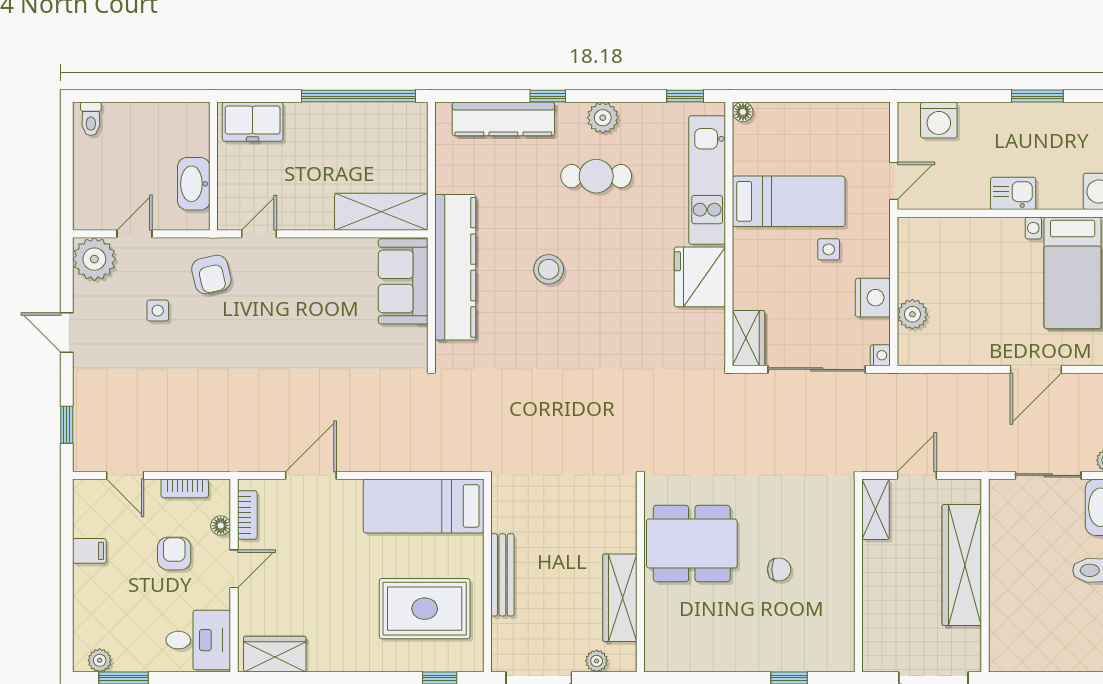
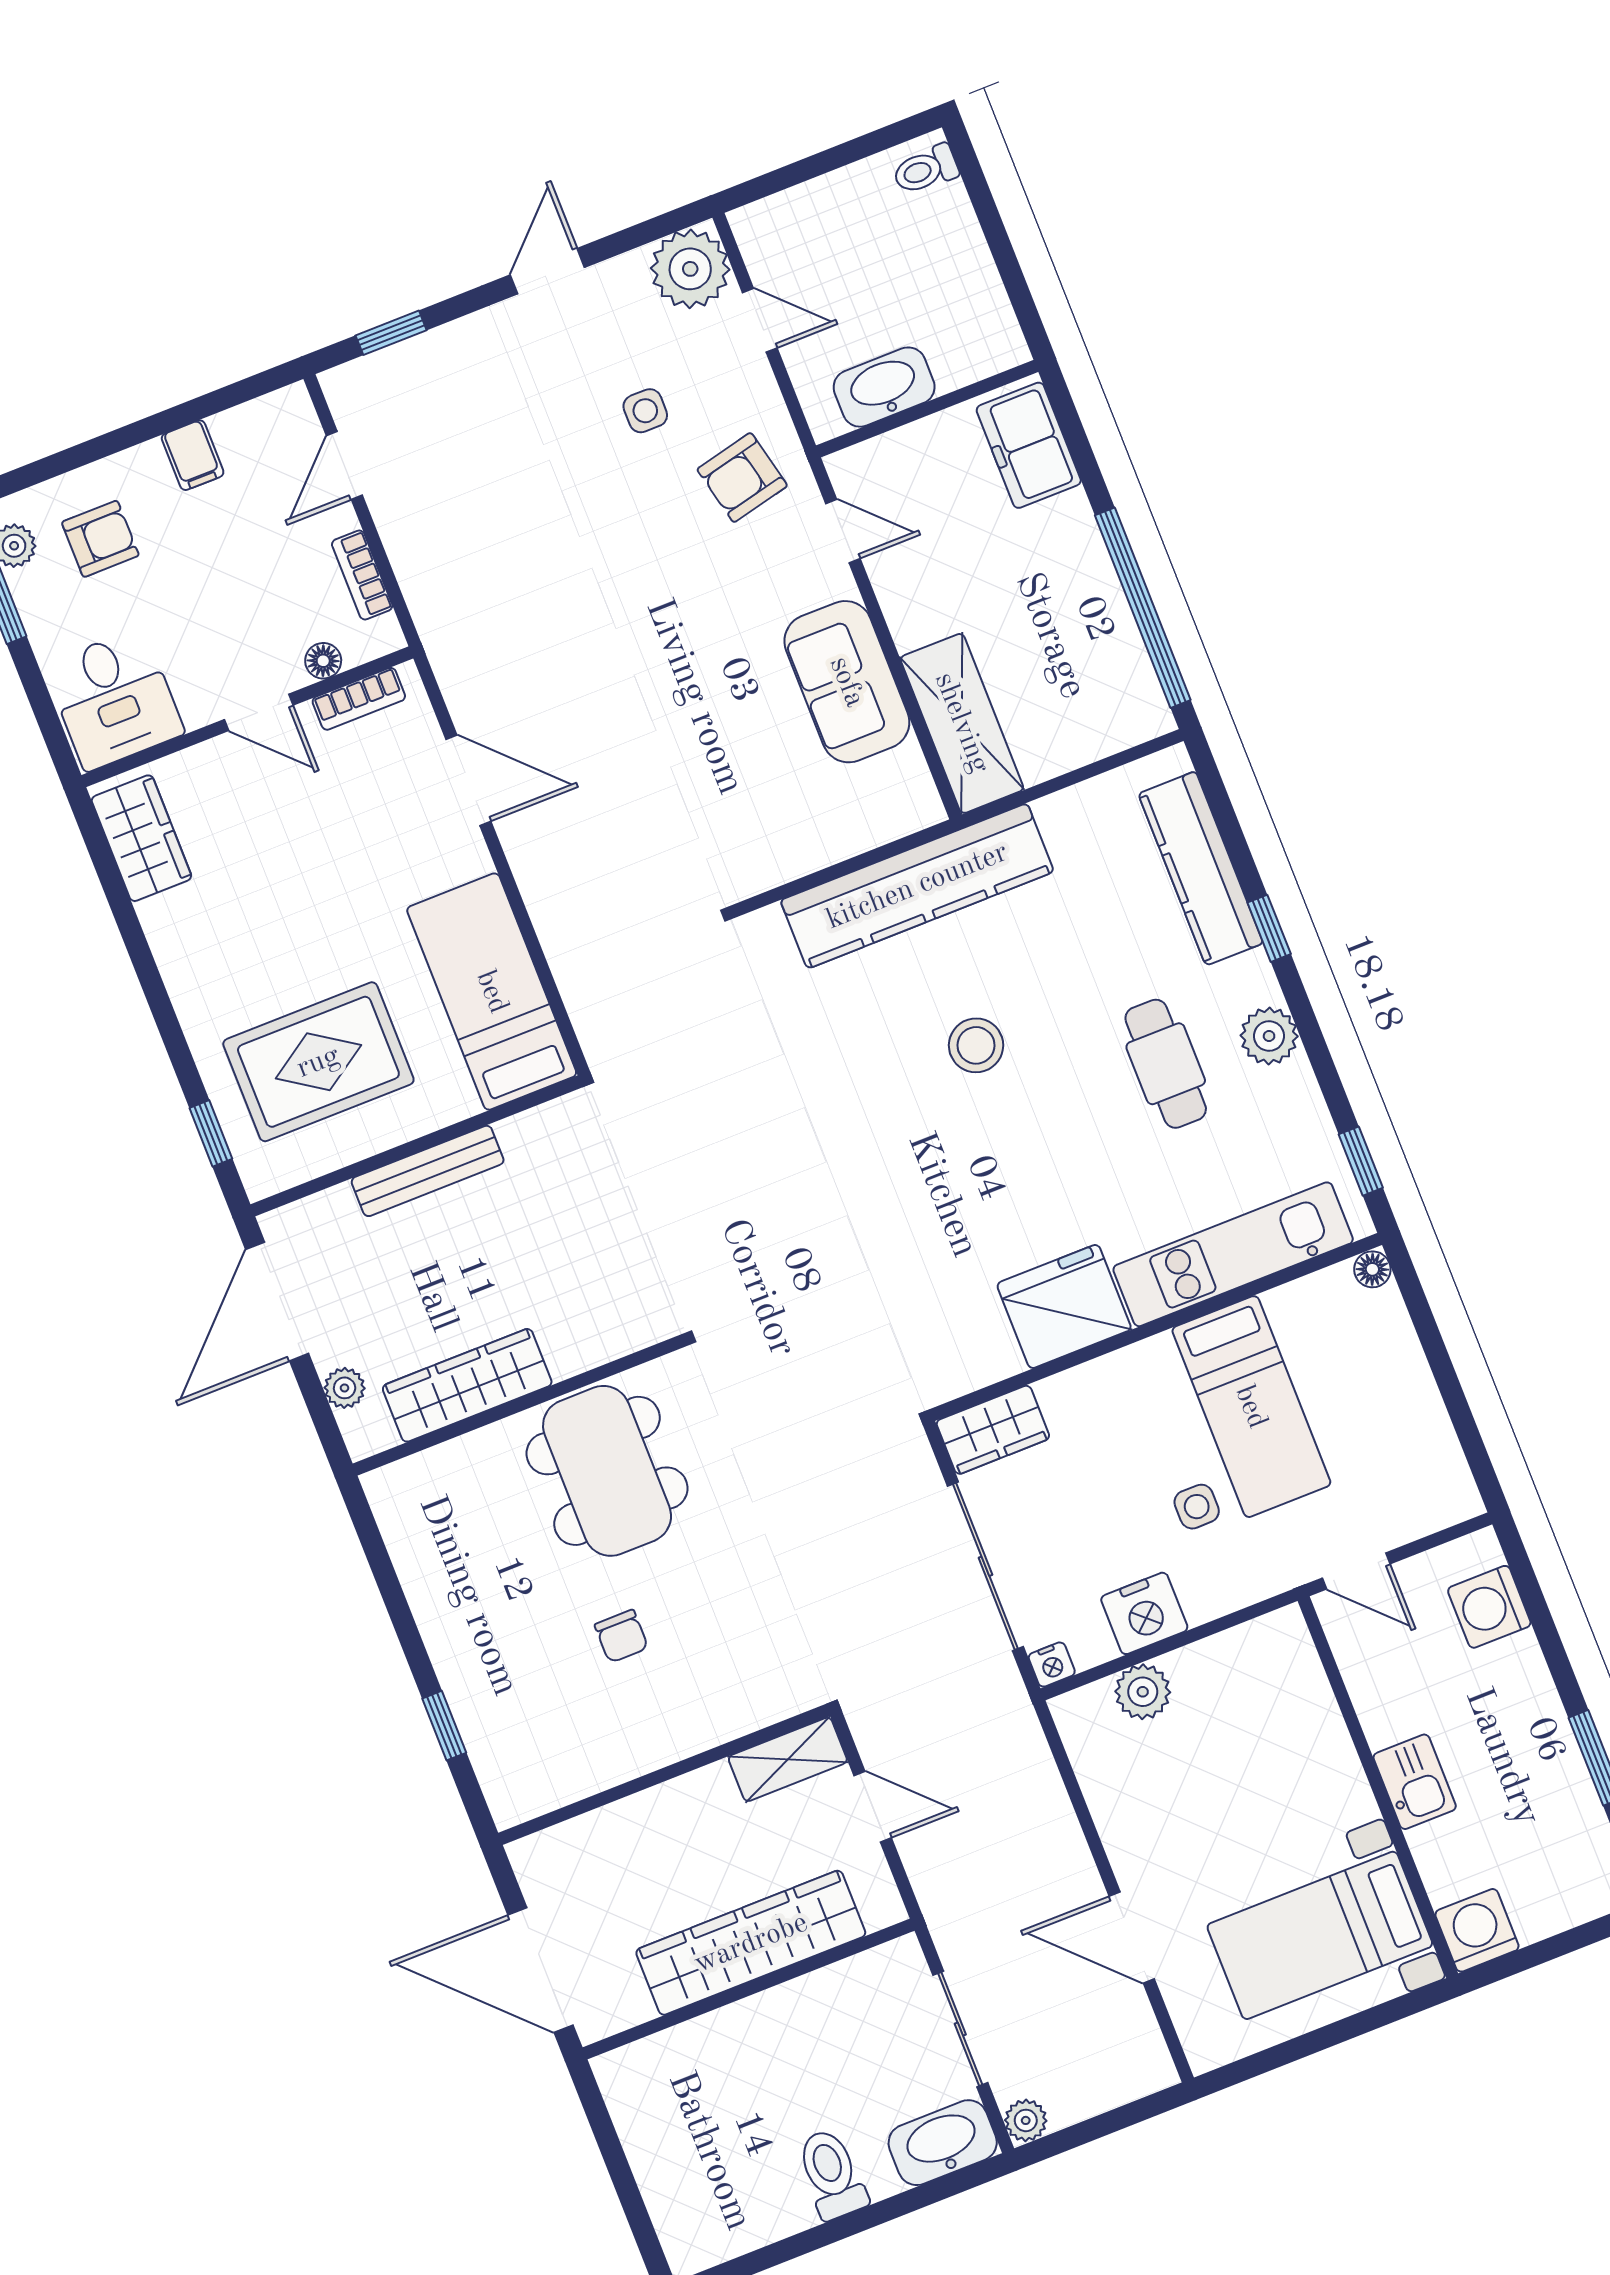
sofa: (403, 281) -> (847, 682), moved, turned -90
armchair: (174, 554) -> (100, 539), moved
rug: (425, 609) -> (318, 1062), turned 90

